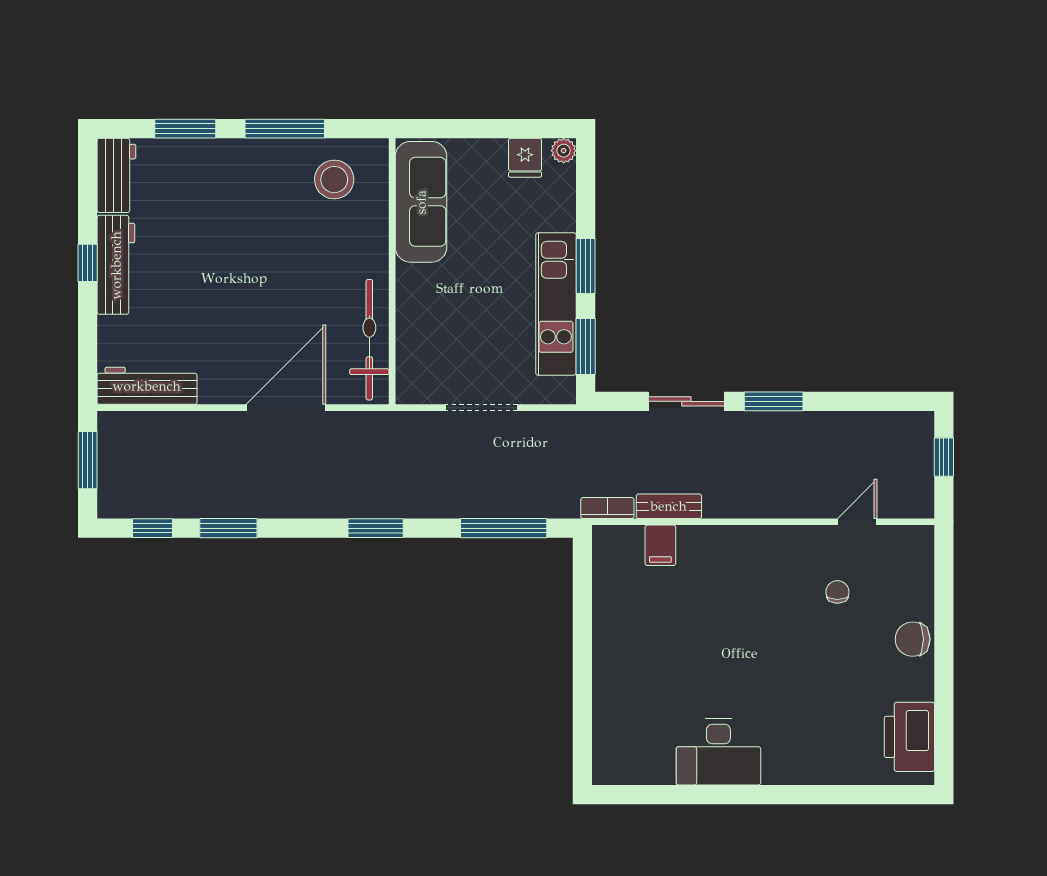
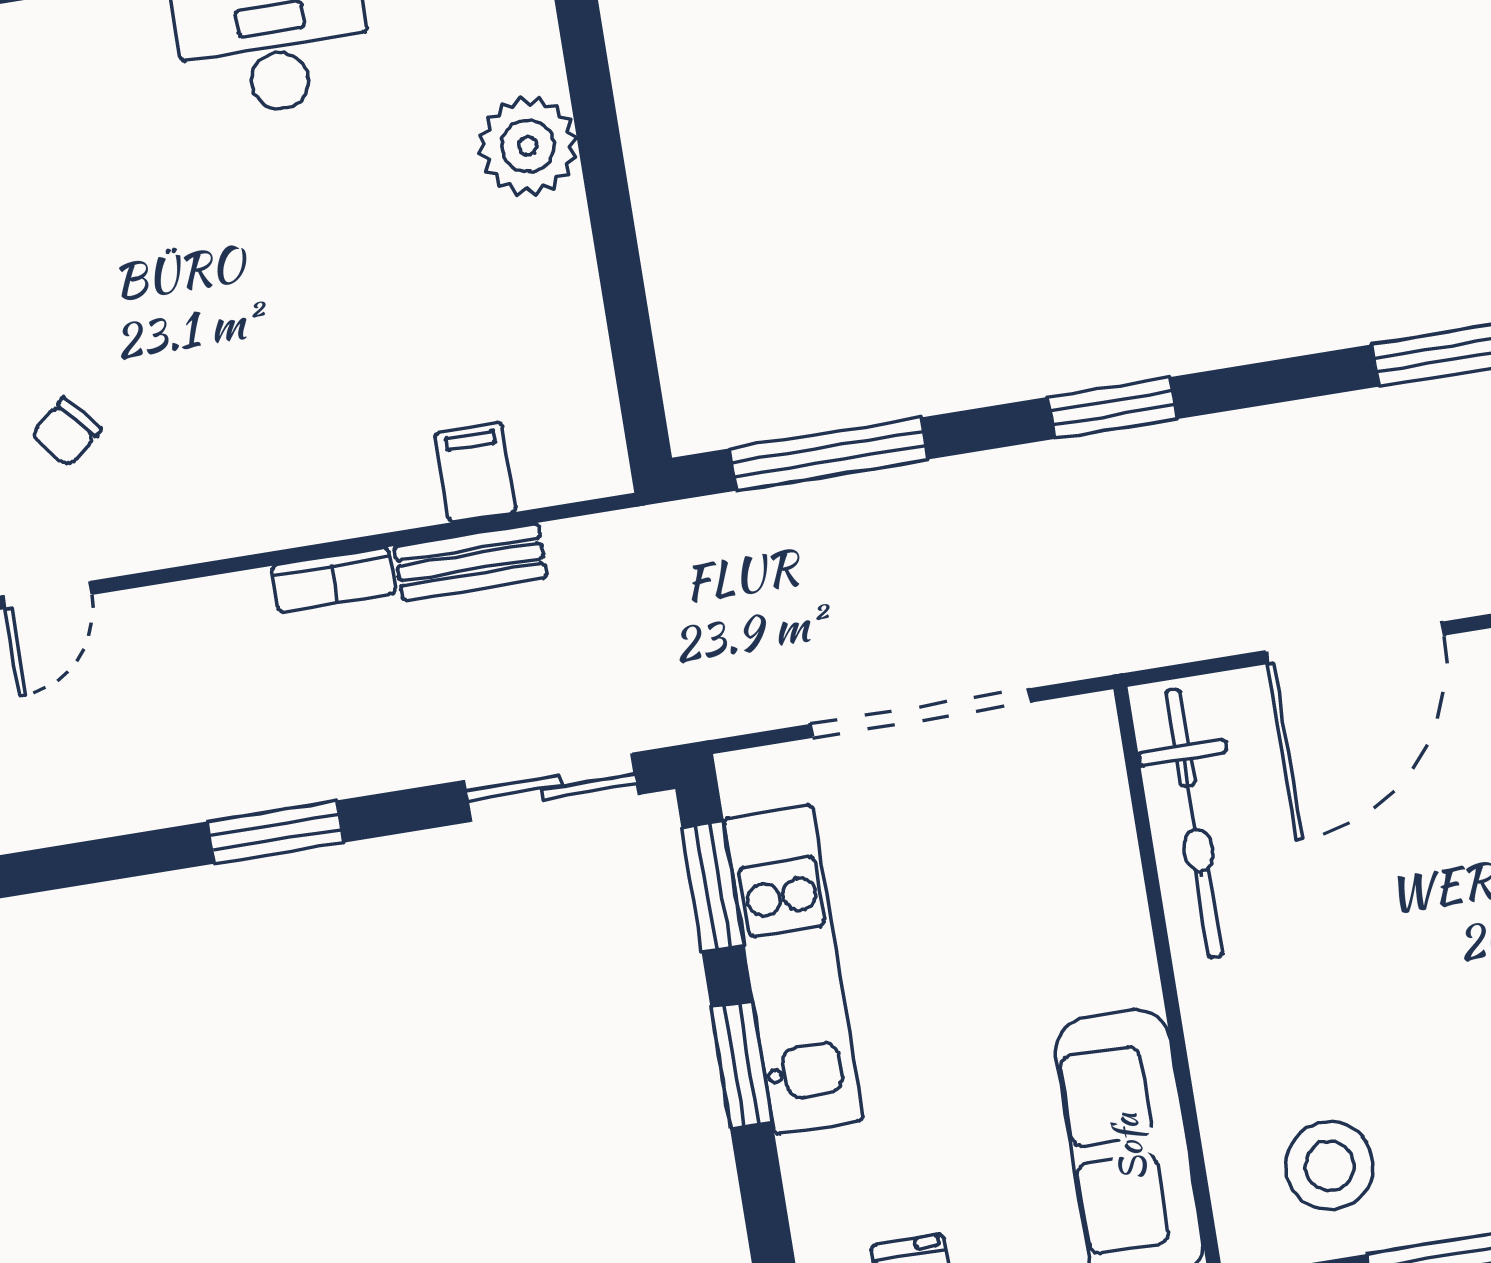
sliding door: (686, 401) -> (551, 787), moved
doorway: (482, 408) -> (921, 713), width x1.36
bookcase: (607, 508) -> (333, 580), moved
chair: (837, 592) -> (66, 432), turned 50
plant: (614, 685) -> (528, 146), added

